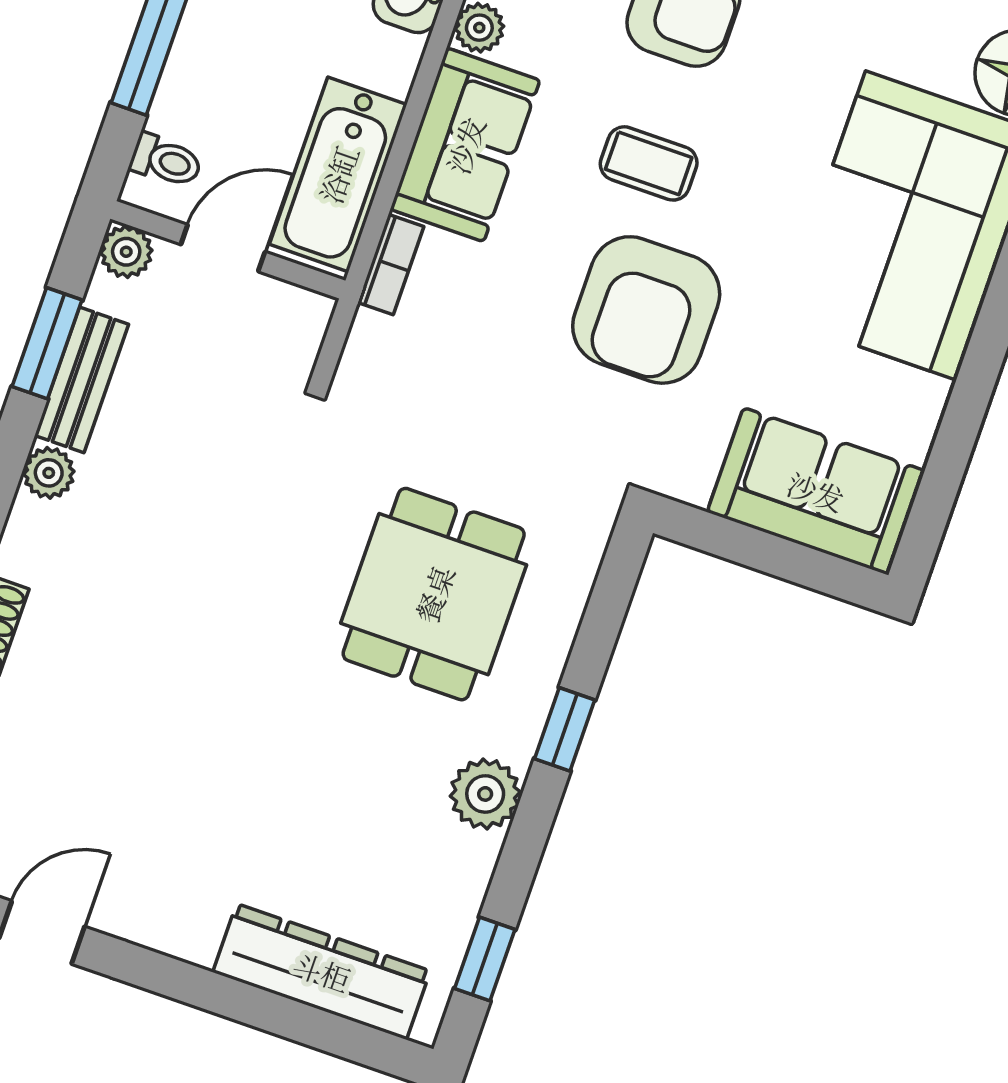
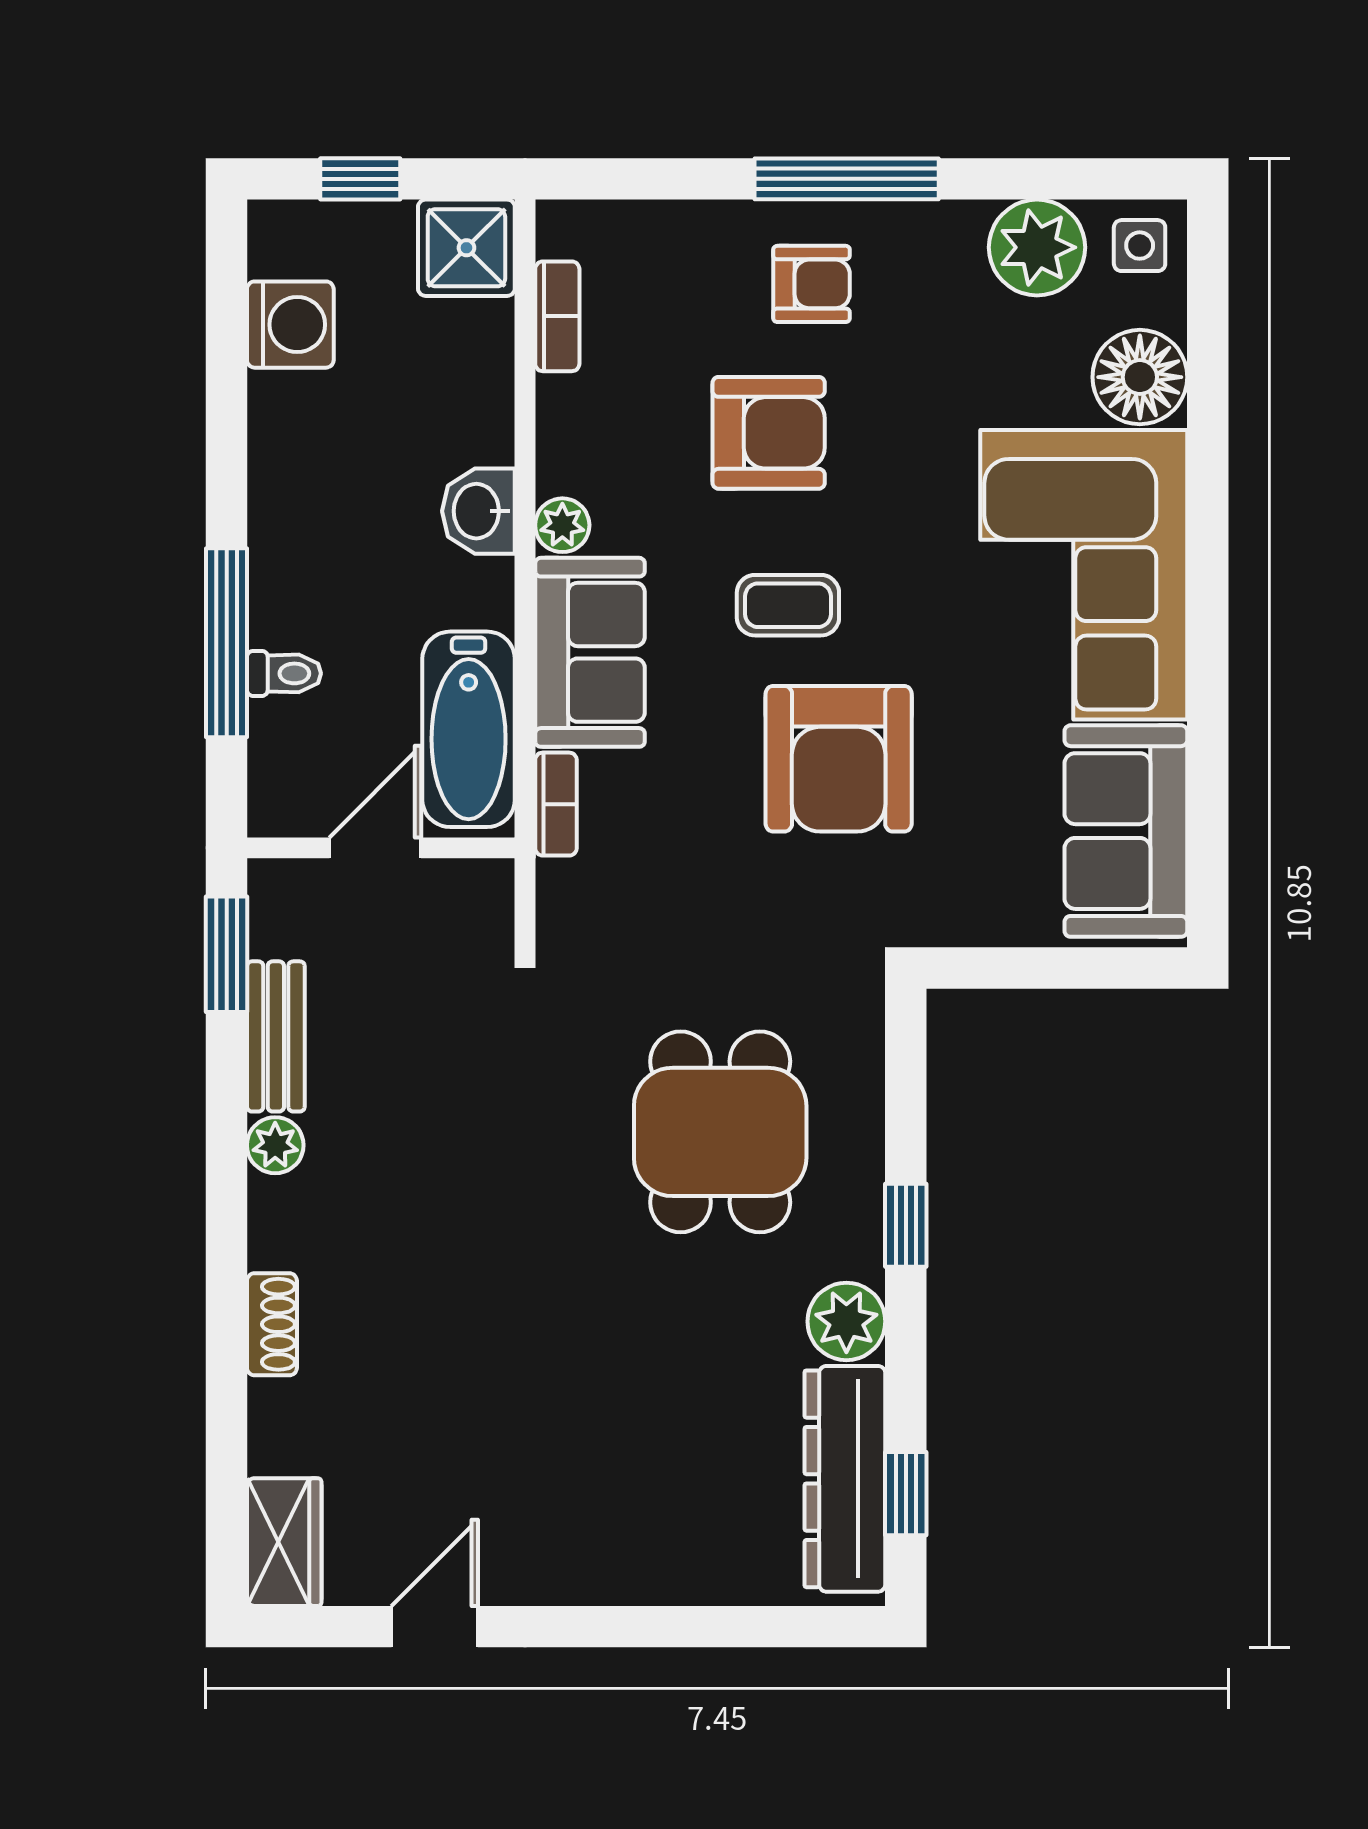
toilet: (166, 161) -> (284, 673), moved
plant: (126, 252) -> (276, 887), removed
window: (47, 343) -> (227, 954), moved
sofa: (816, 491) -> (1126, 831), moved, turned -90
dresser: (322, 971) -> (845, 1479), moved, turned -90

